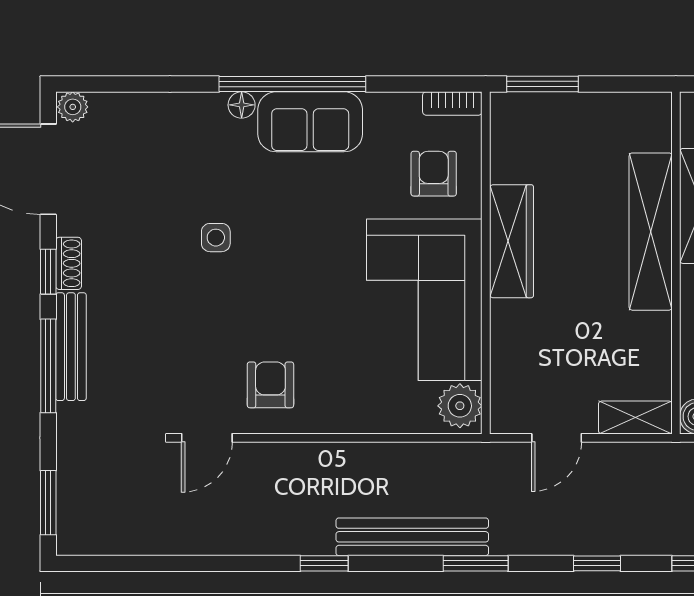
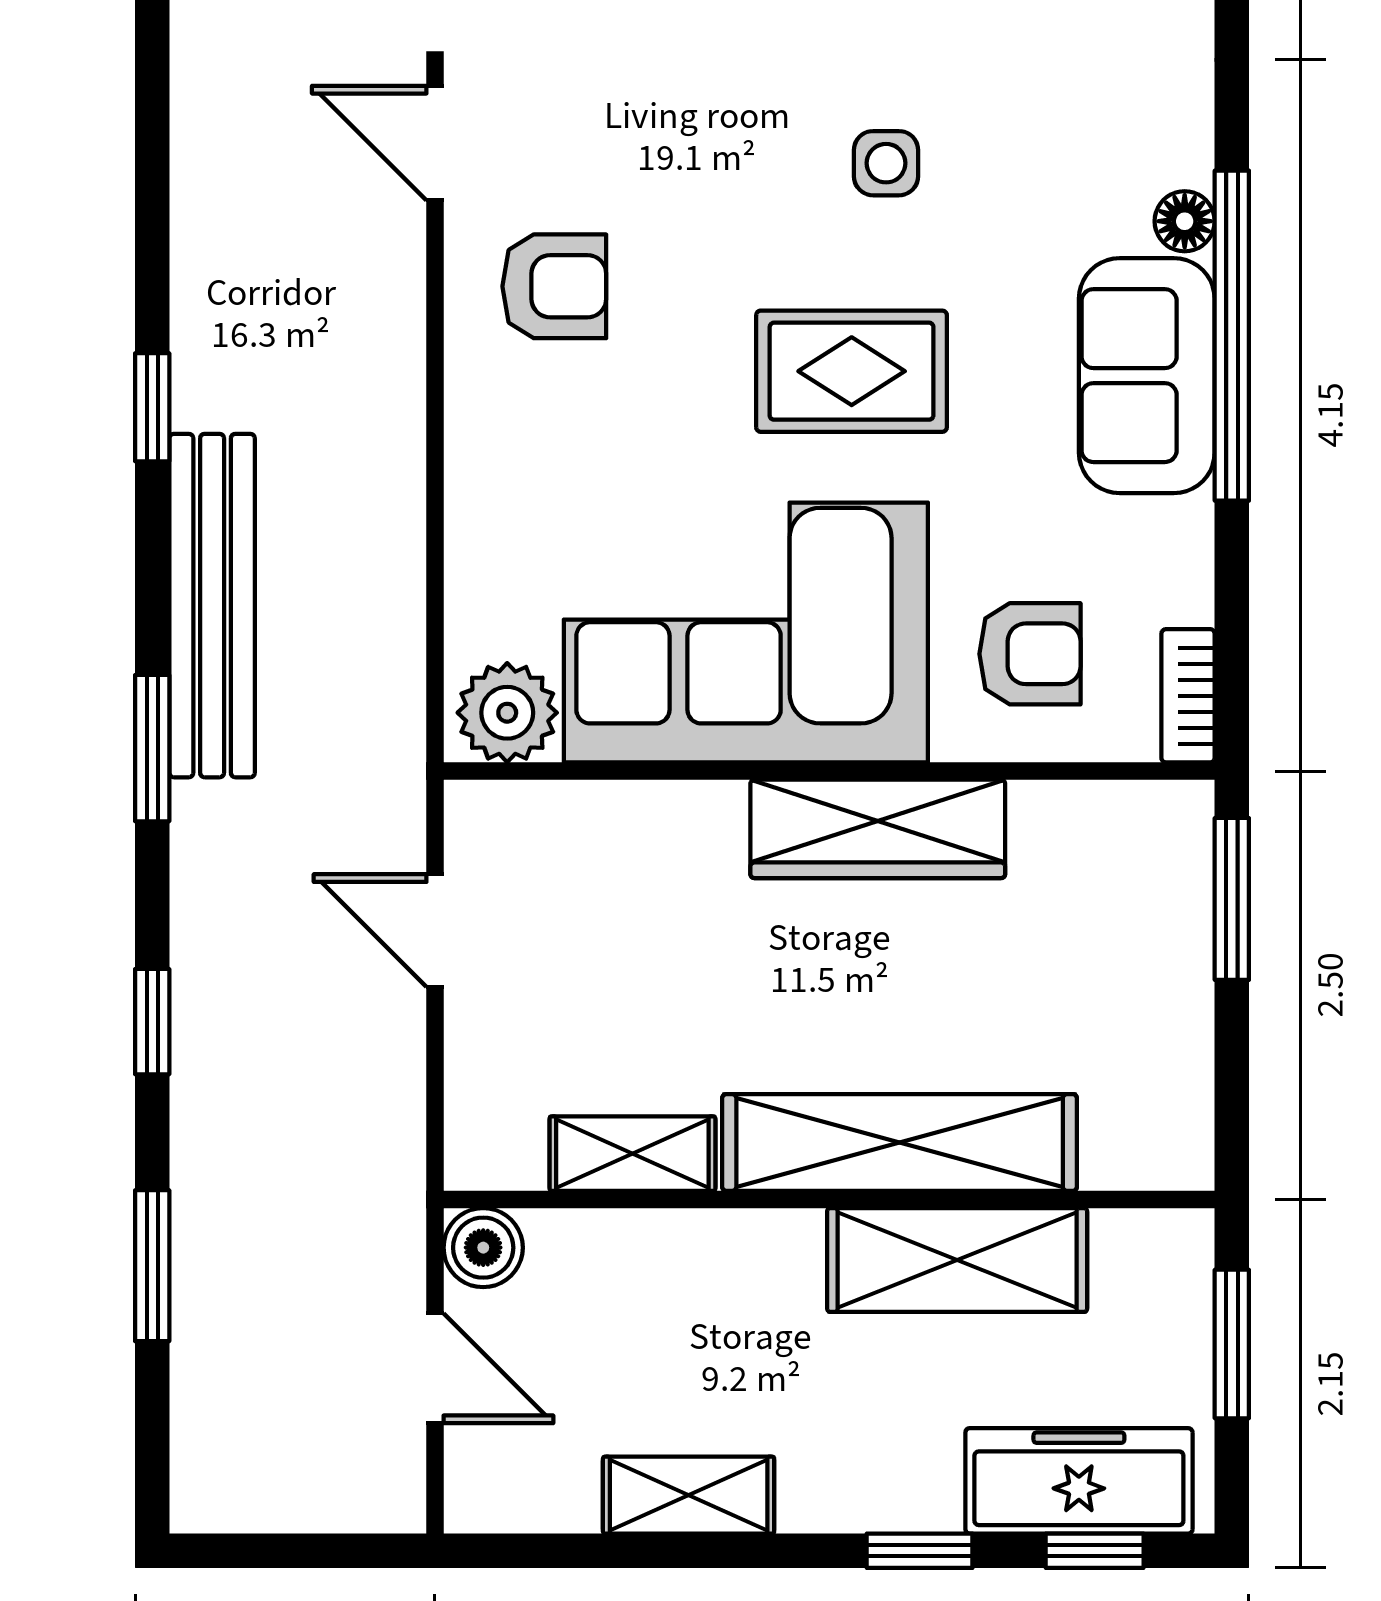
rug: (308, 253) -> (852, 371), added
shelving: (635, 417) -> (632, 1154), moved, turned 90

